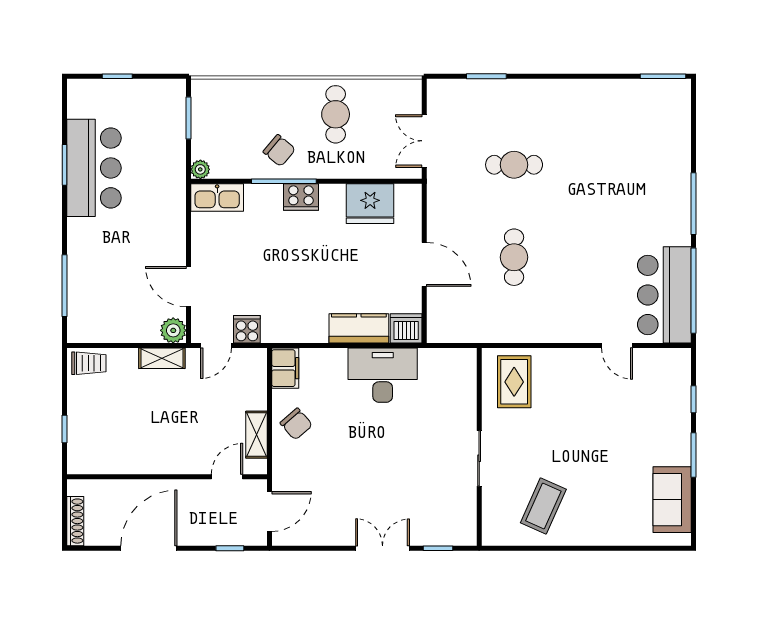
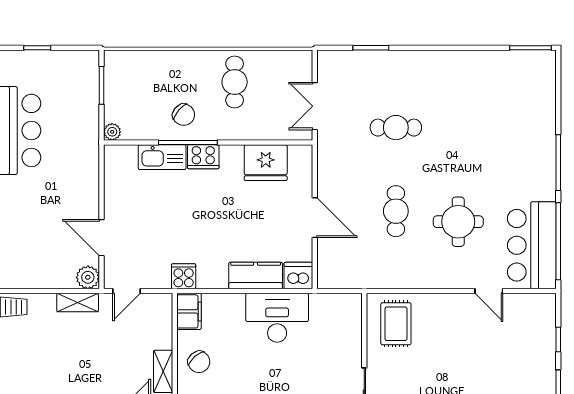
kitchen sink: (217, 197) -> (162, 157), moved
round table: (583, 269) -> (458, 222), added
cooker: (247, 329) -> (184, 276), moved

